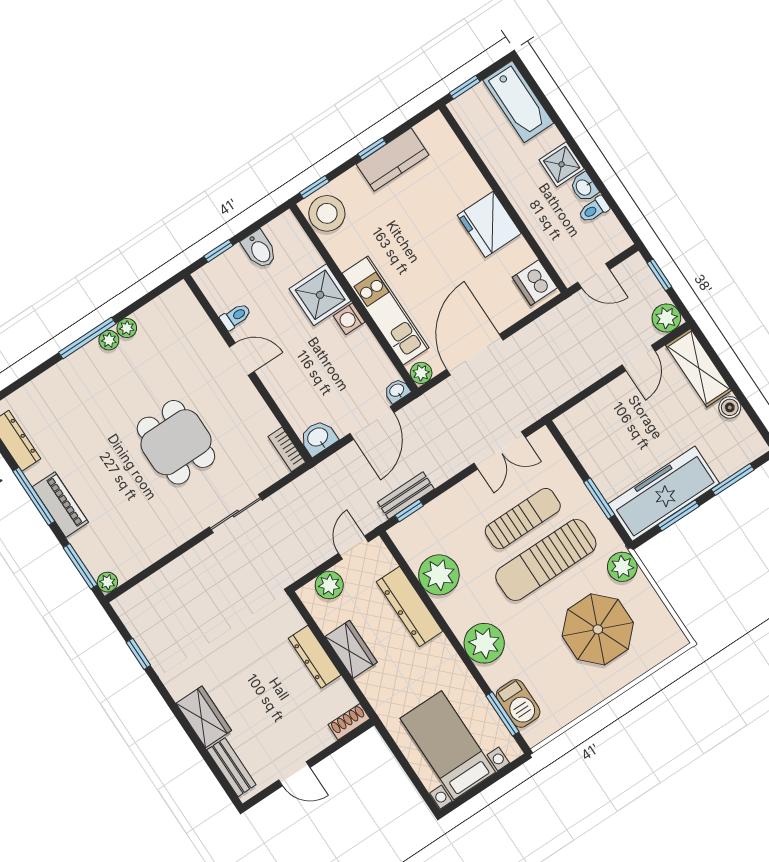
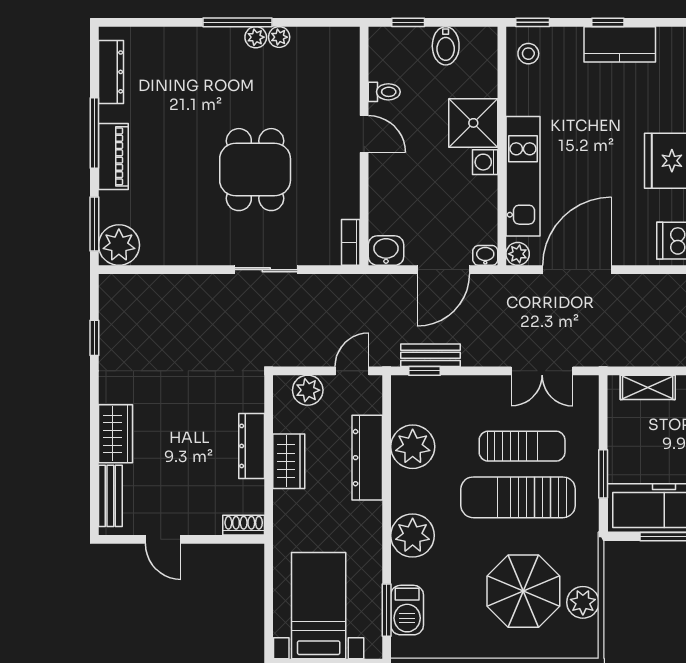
stool: (327, 213) -> (528, 54), width x0.53, depth x0.53
shelving: (589, 409) -> (648, 387), added
plant: (622, 567) -> (583, 602), moved
plant: (107, 582) -> (119, 245), width x1.88, depth x1.88

